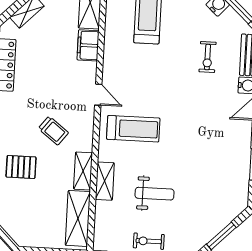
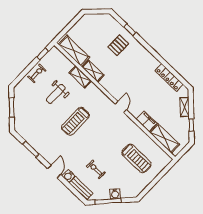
door: (98, 95) -> (121, 107), swing flipped
treadmill: (133, 129) -> (75, 121), moved
trolley: (53, 131) -> (122, 73), removed

